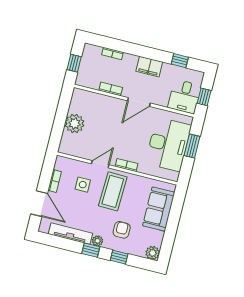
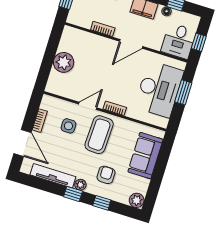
floor lamp: (171, 69) -> (167, 11), added

